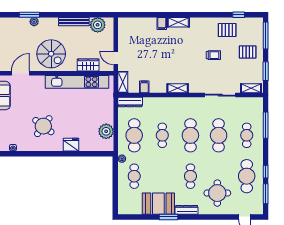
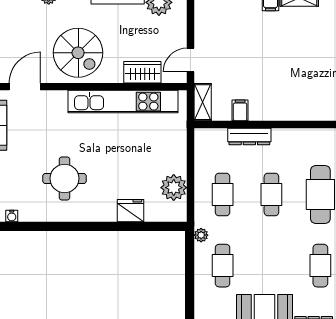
door: (116, 58) -> (190, 60), hinge flipped
shelving: (178, 88) -> (298, 113), removed
dresser: (130, 102) -> (249, 137), moved
round table: (43, 126) -> (65, 178), turned -37
cafe table: (134, 135) -> (223, 195), width x0.73, depth x0.74
fridge: (71, 145) -> (131, 211), moved

